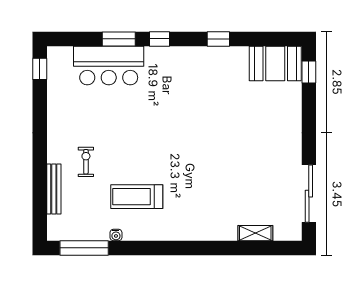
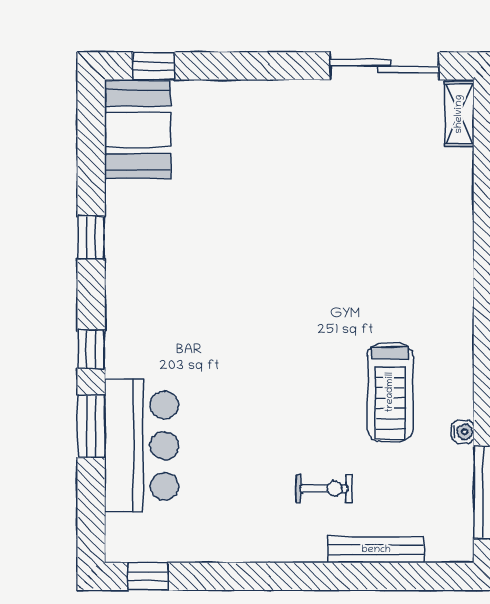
exercise bike: (86, 162) -> (324, 489), turned 180
shelving: (255, 233) -> (459, 114), moved

